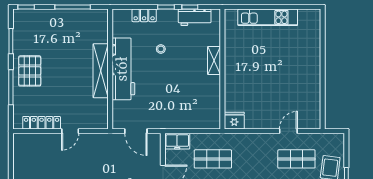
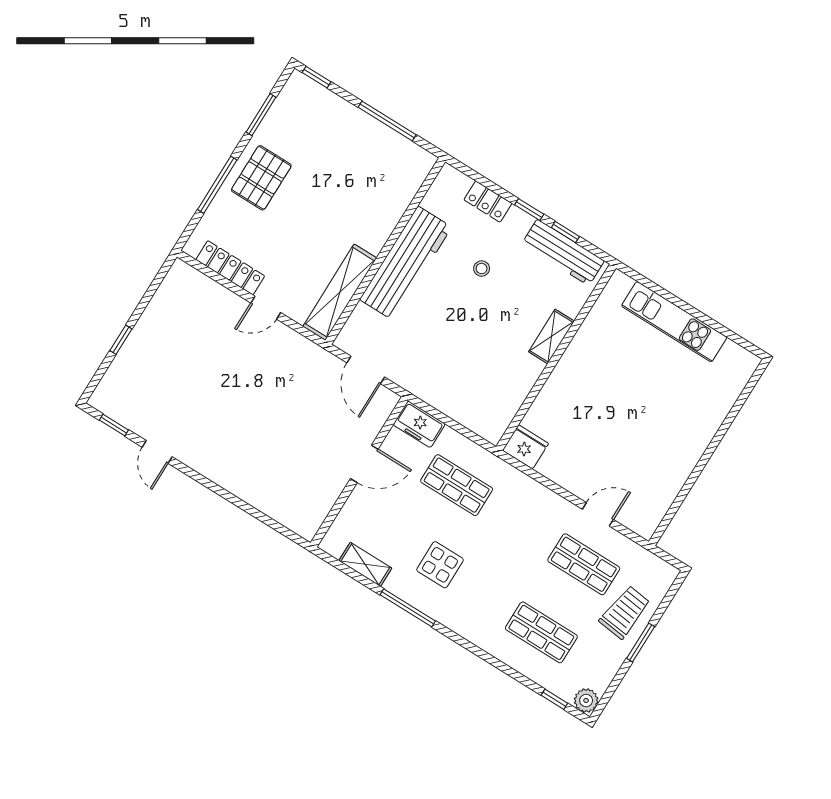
workbench: (195, 17) -> (563, 252), width x1.37
shelving: (101, 71) -> (340, 292), moved

